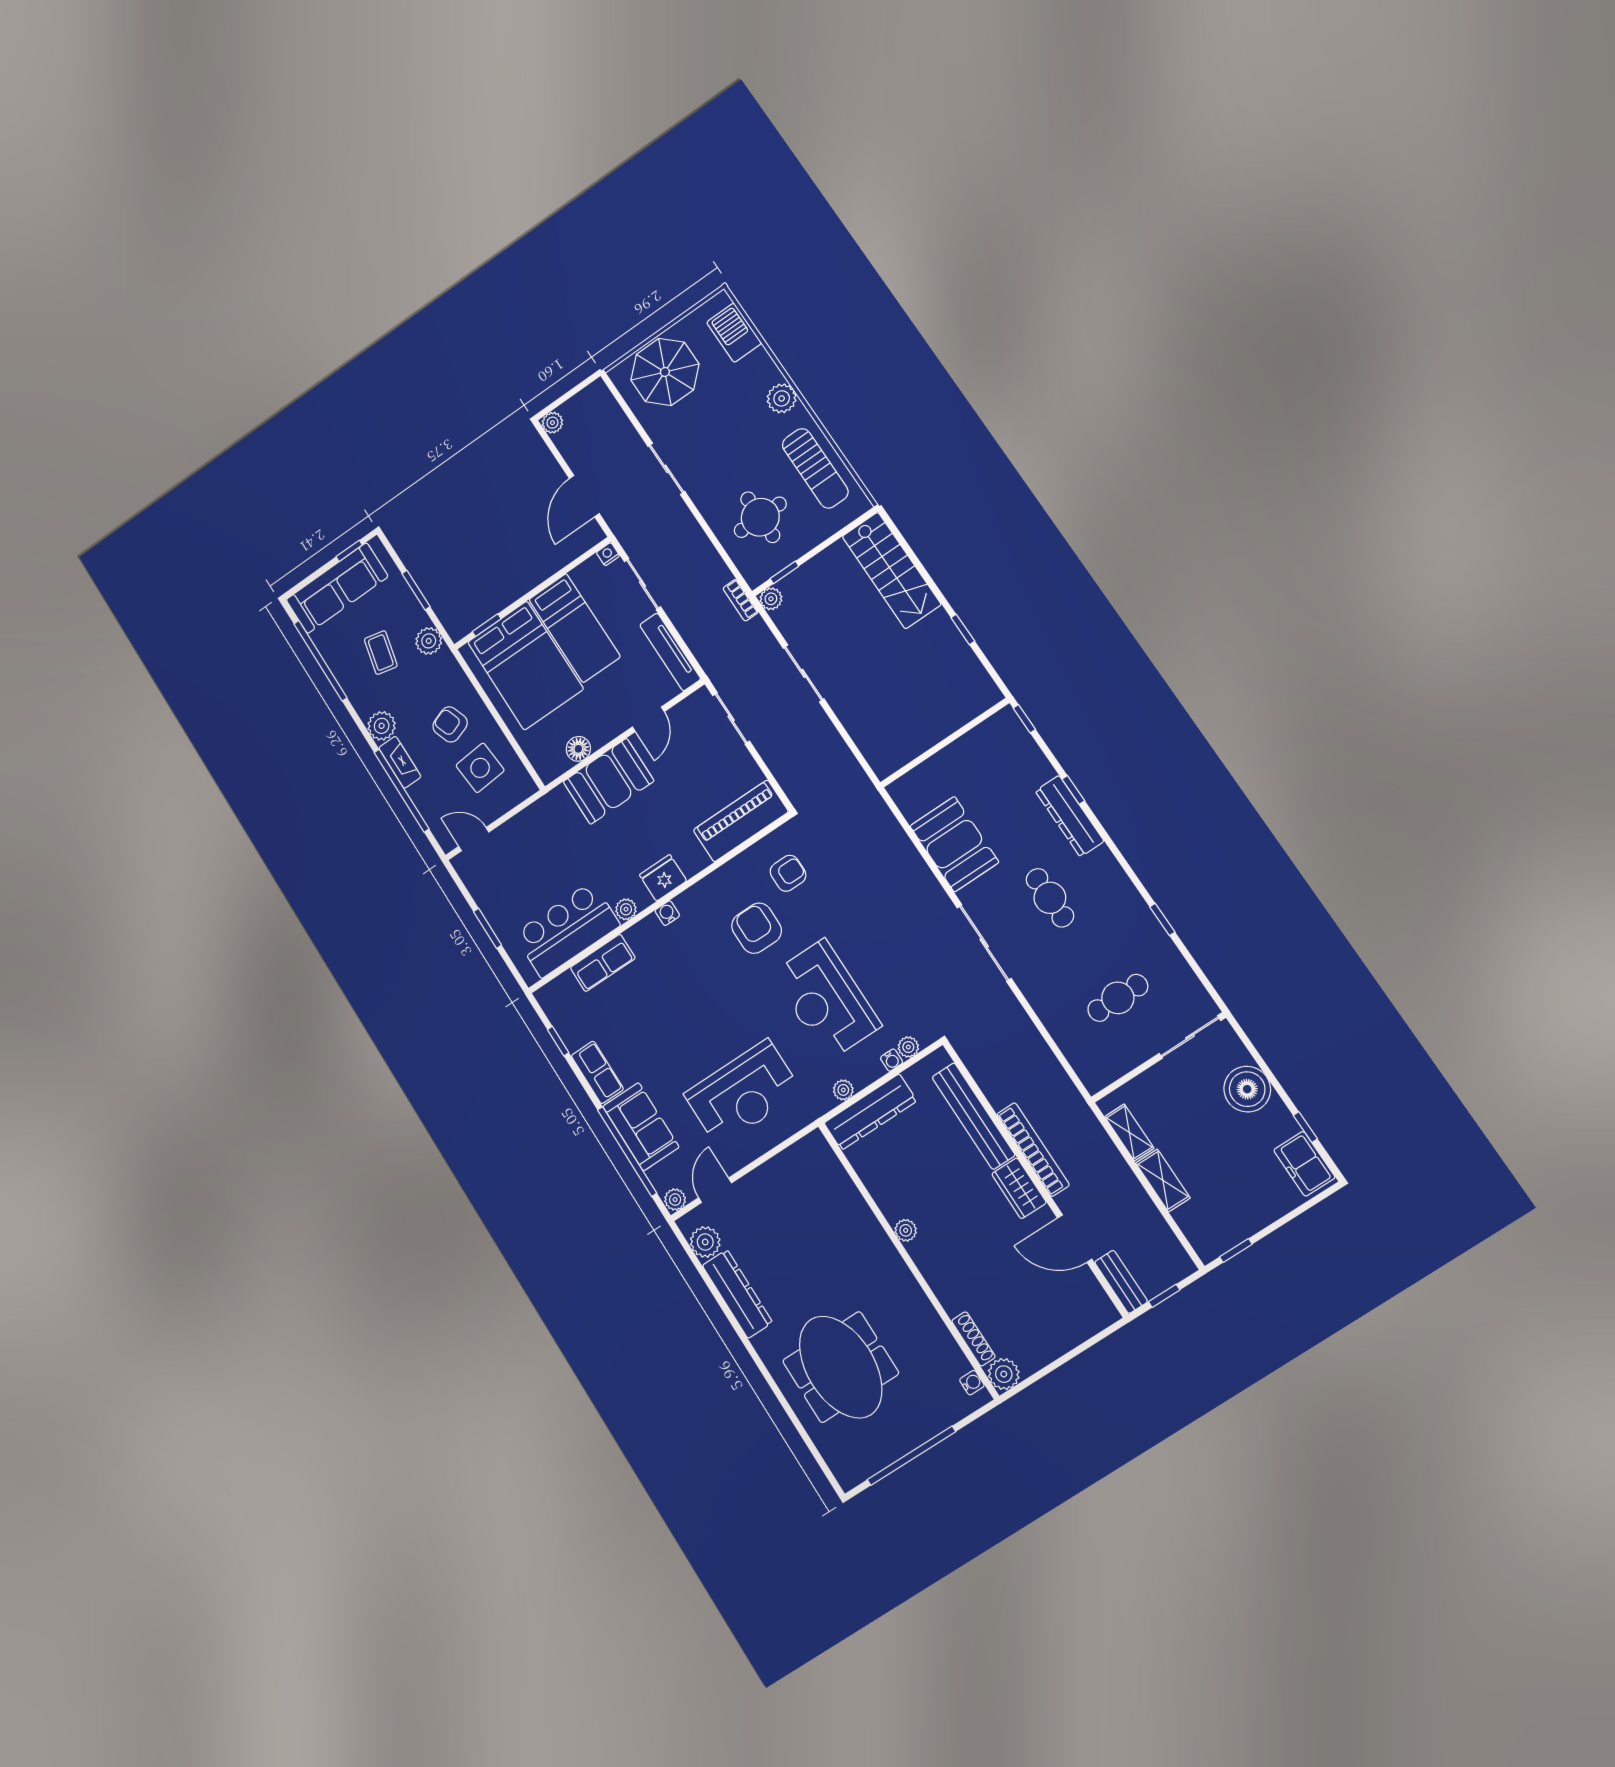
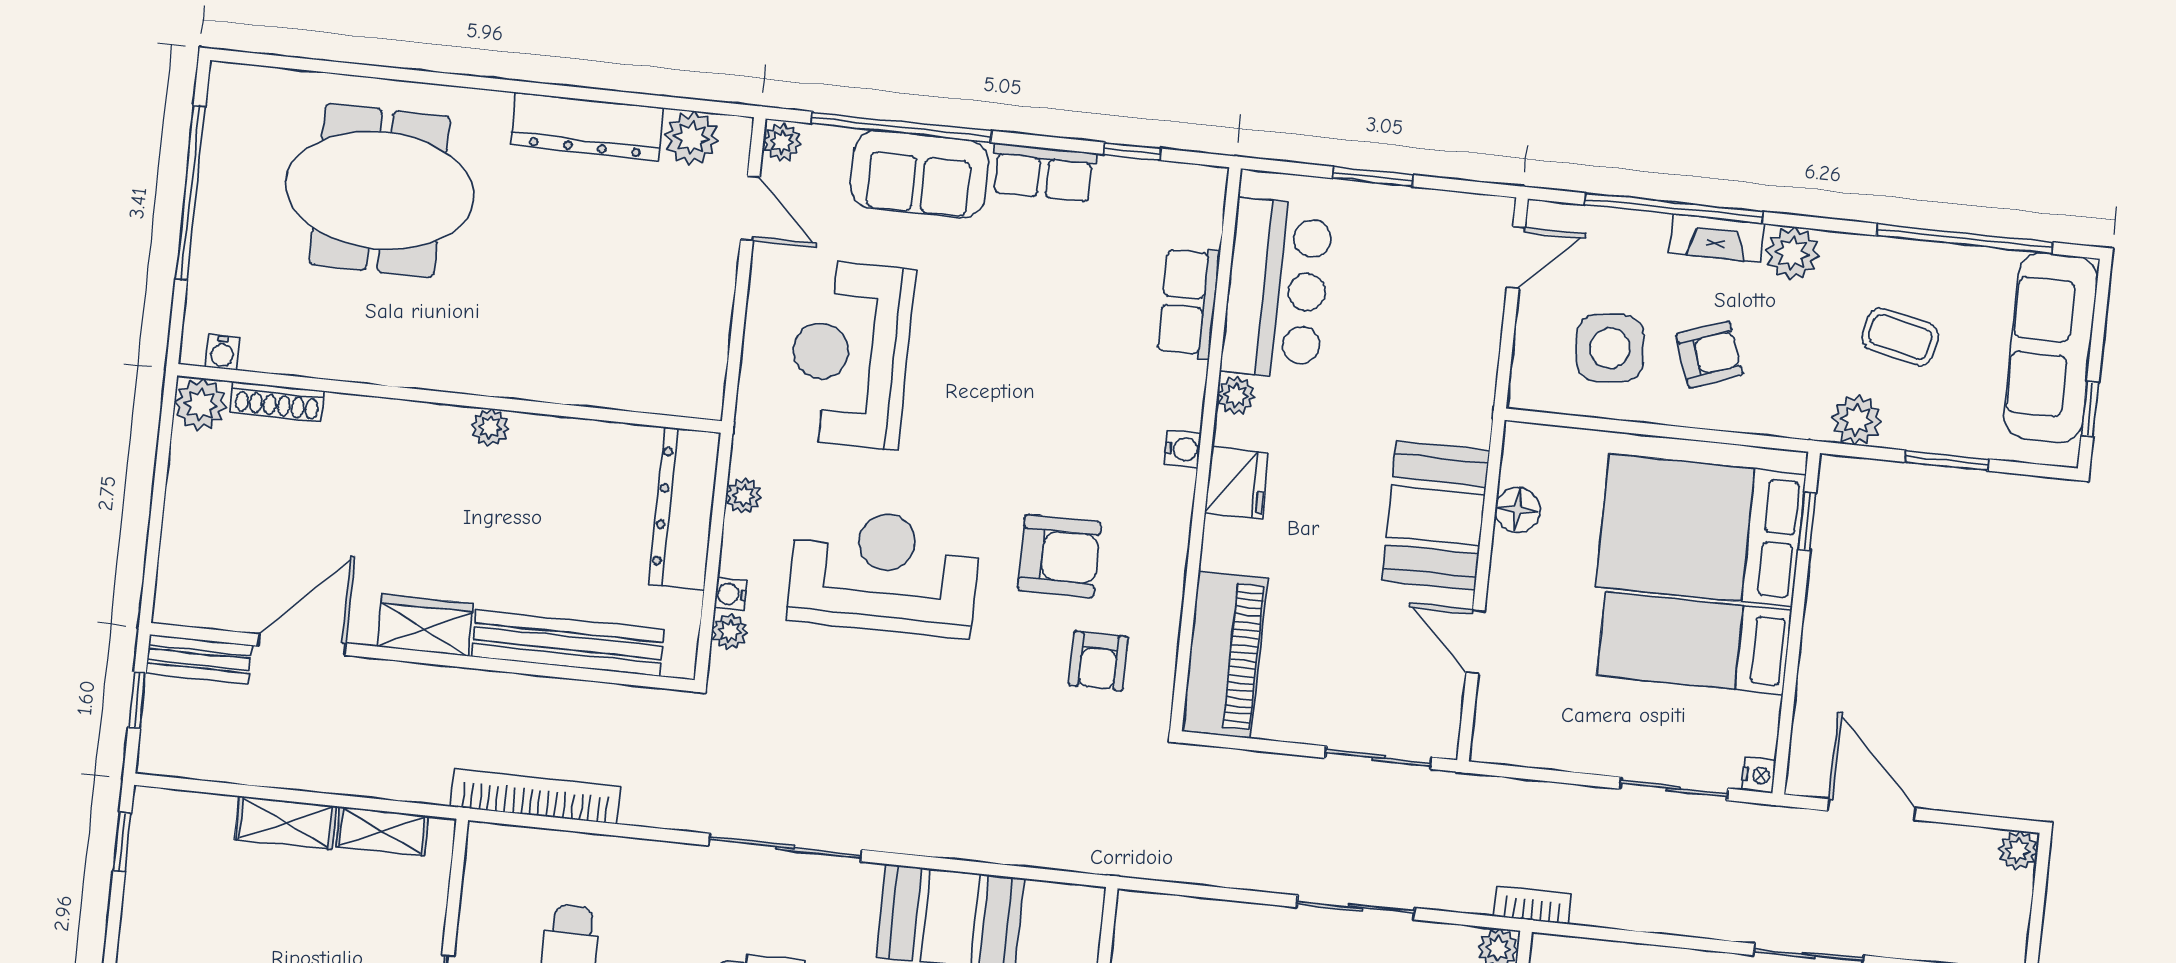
tv unit: (670, 652) -> (1544, 749), removed
bookcase: (1033, 1149) -> (535, 797), moved, turned 180

